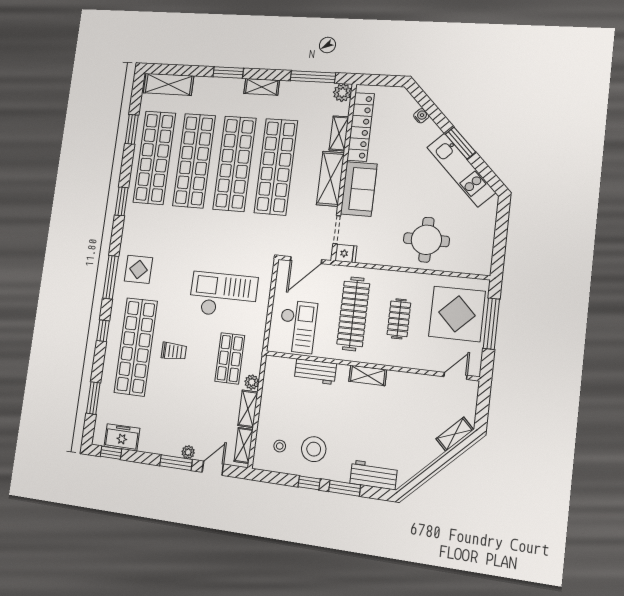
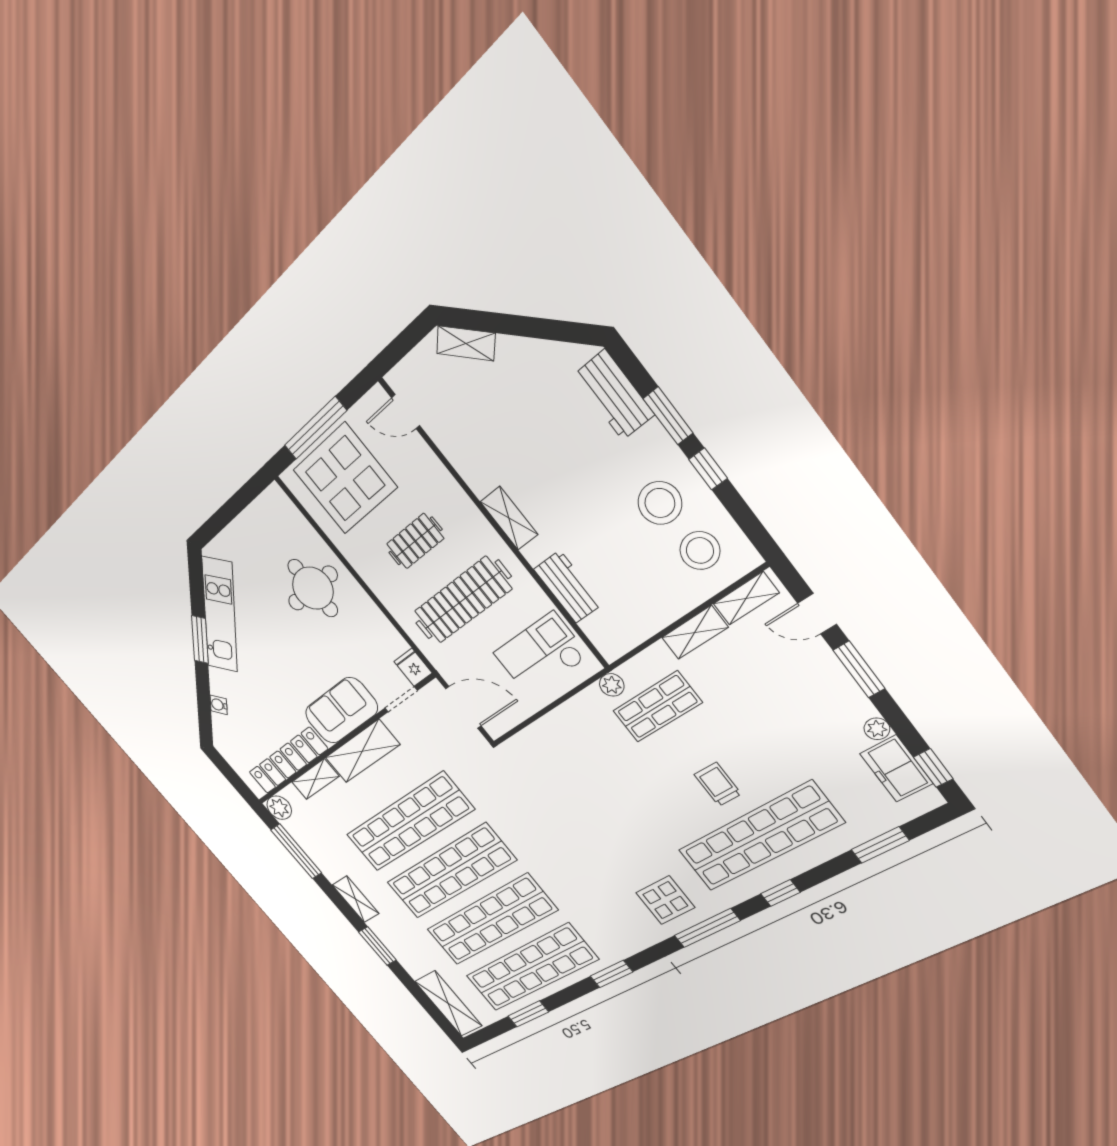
checkout: (223, 295) -> (594, 775), removed
plant: (252, 382) -> (612, 685), moved
stool: (280, 446) -> (700, 551), width x1.89, depth x1.89
plant: (188, 452) -> (877, 729), moved

